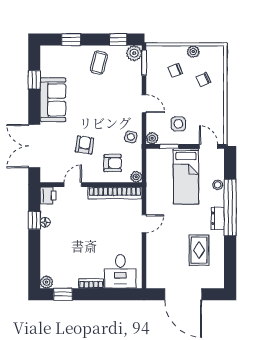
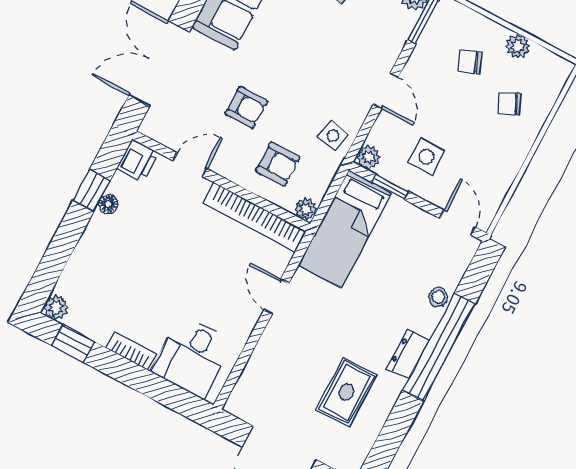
armchair: (85, 145) -> (246, 107), turned 81
bed: (186, 176) -> (345, 229), moved
door: (144, 224) -> (276, 297), swing flipped

